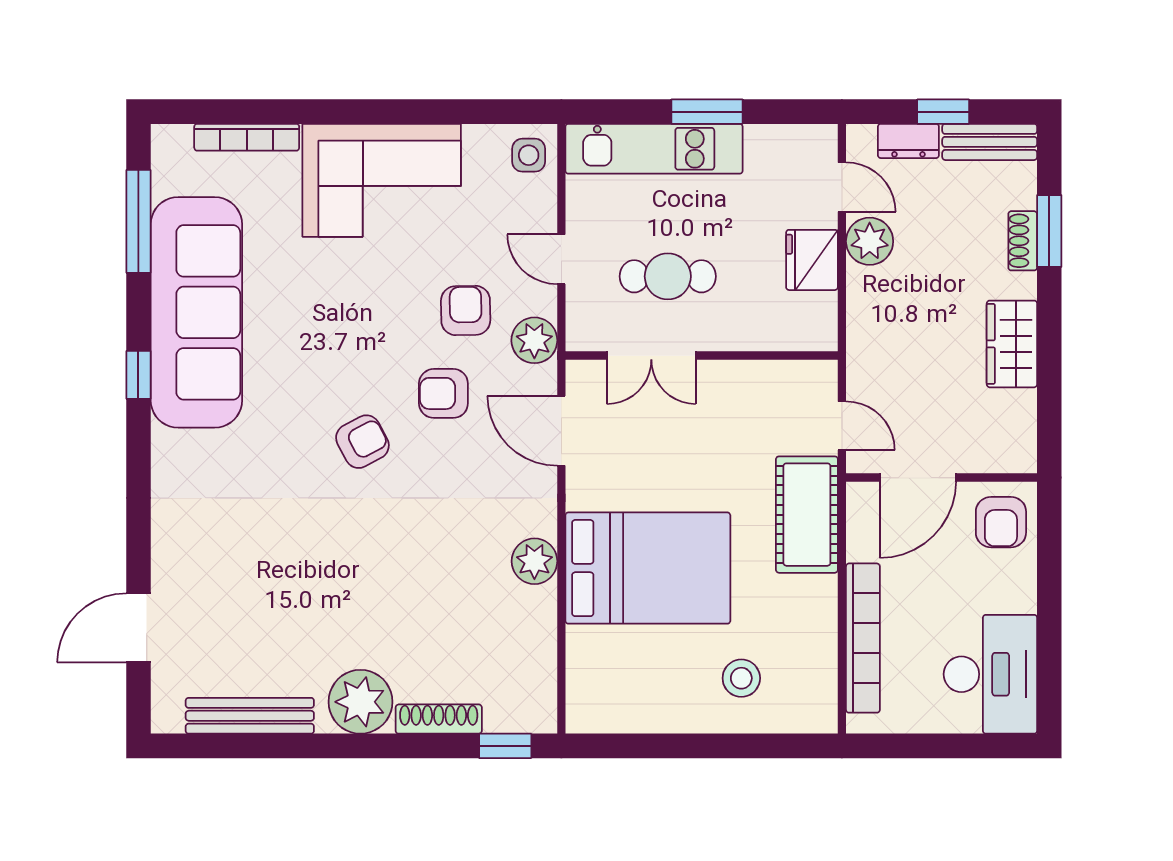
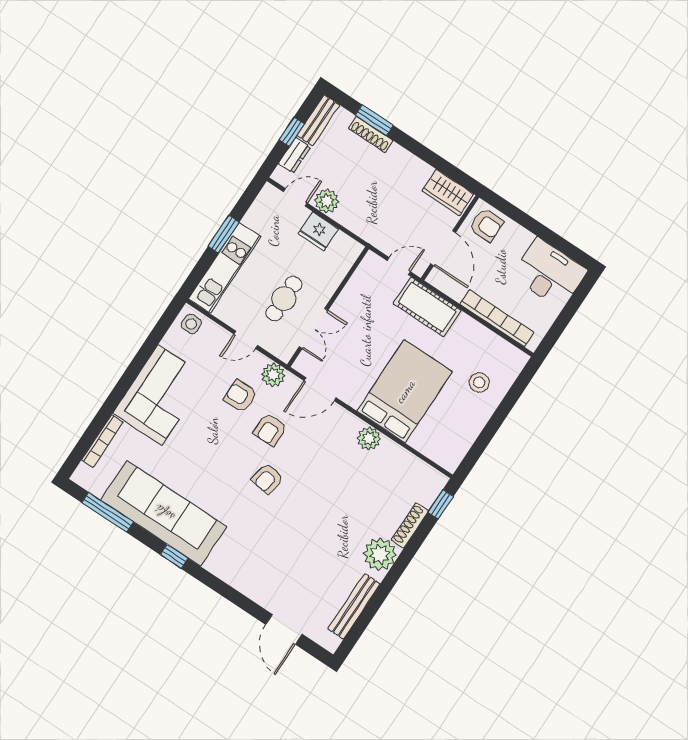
shoe rack: (1023, 241) -> (371, 134), width x1.43
wardrobe: (1012, 344) -> (448, 193), moved
armchair: (362, 442) -> (268, 479), turned -143

